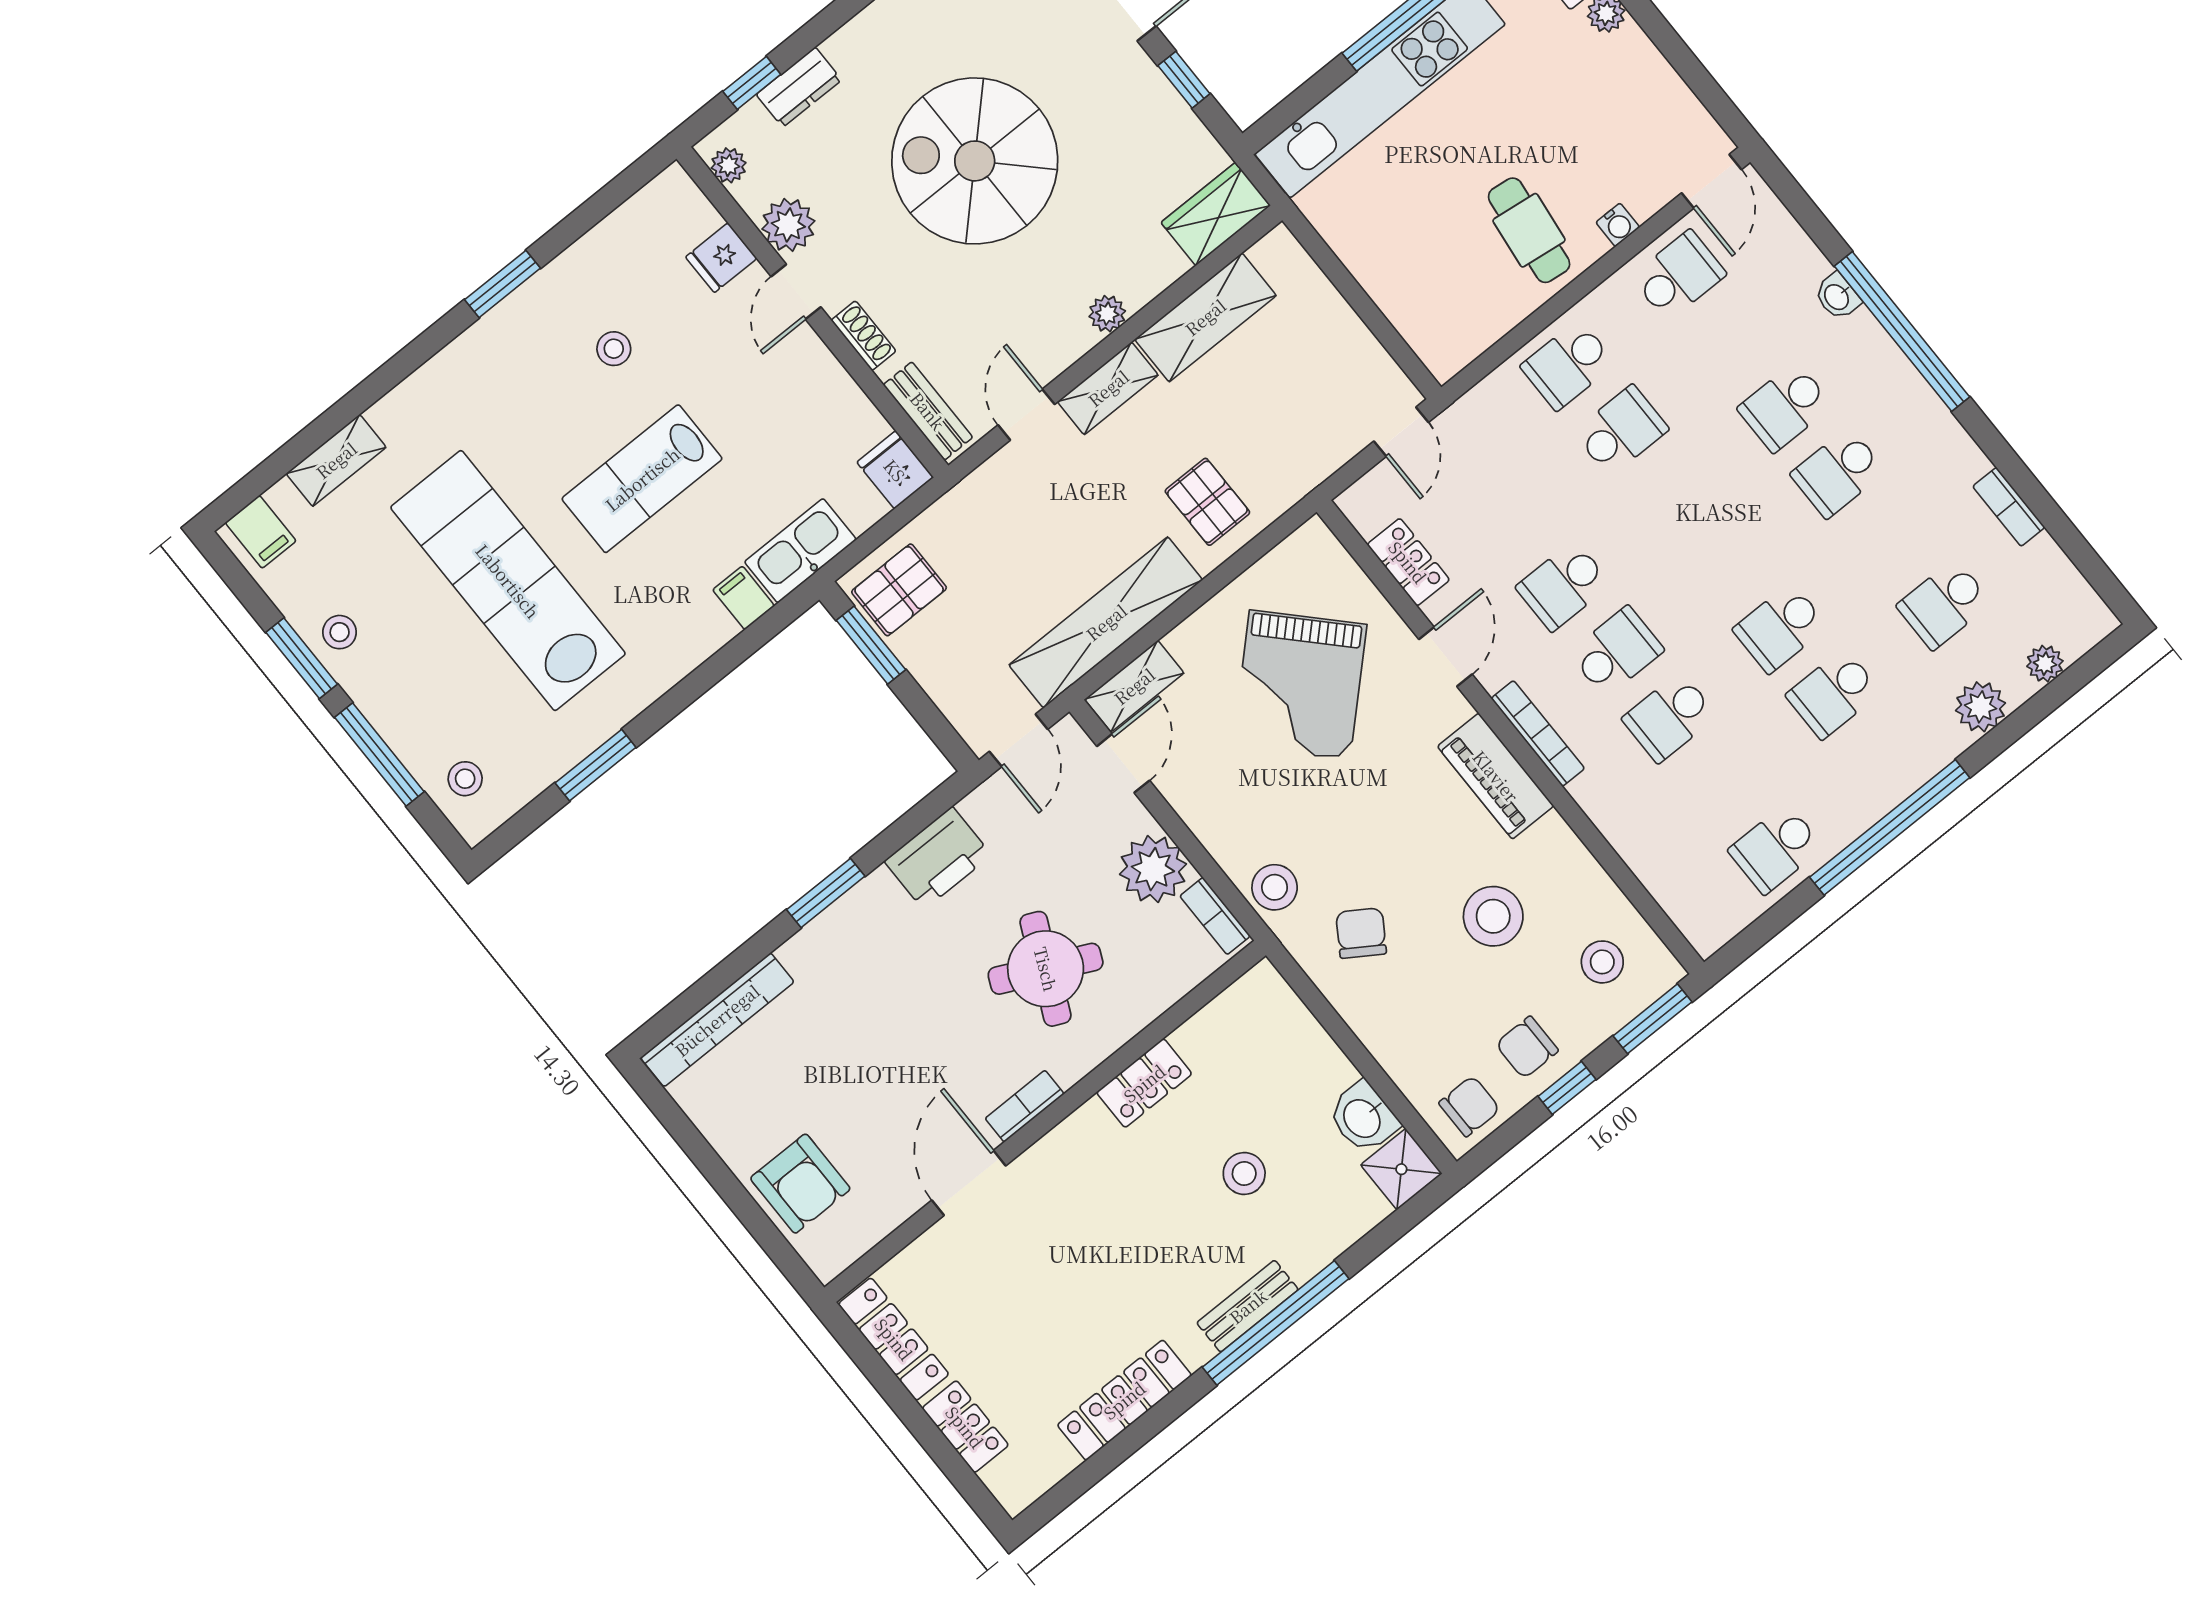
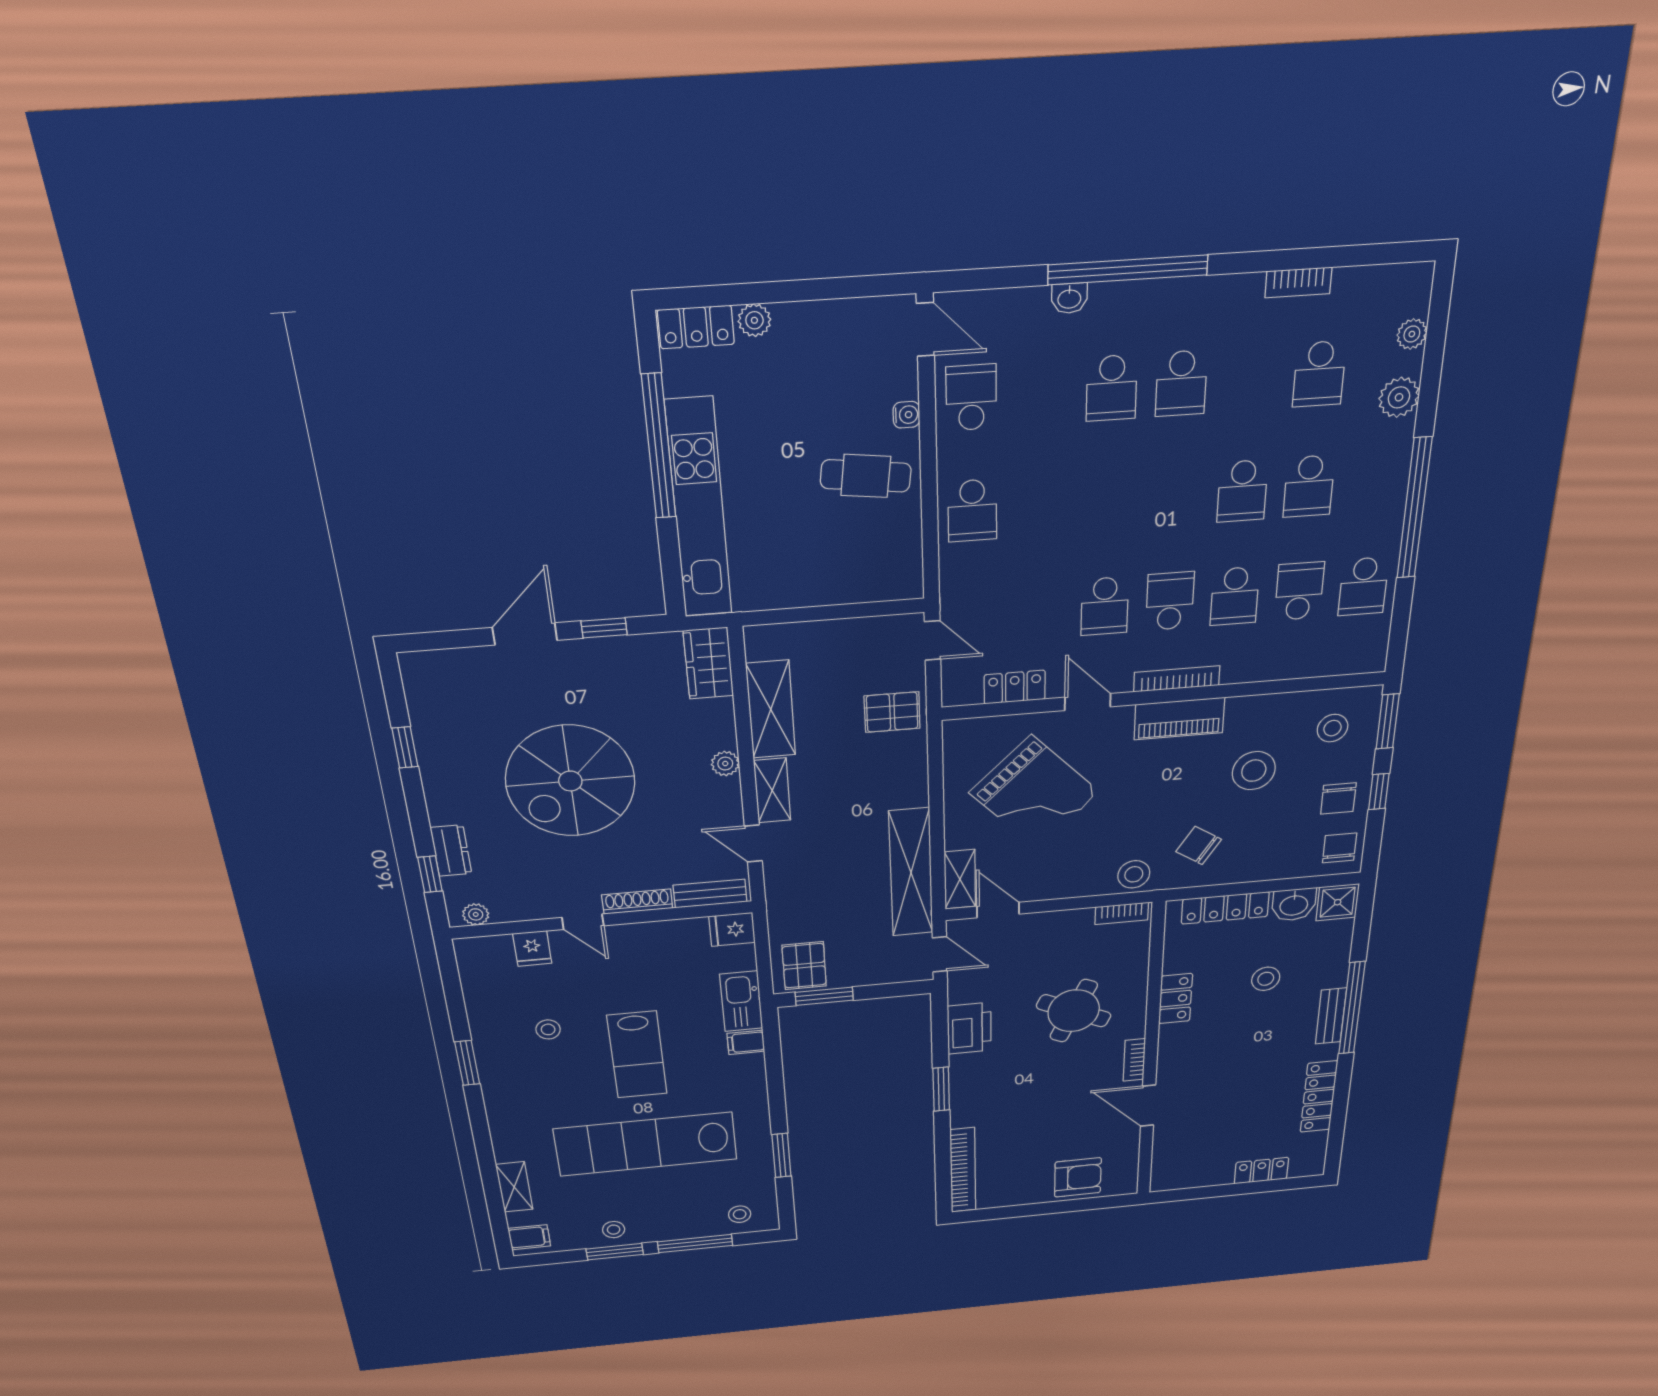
plant: (788, 225) -> (537, 903), removed
shoe rack: (864, 336) -> (637, 902), width x1.43
school desk: (1621, 431) -> (1299, 591), moved
pallet: (1207, 502) -> (892, 712), moved
plant: (1153, 869) -> (1069, 929), removed
locker: (894, 1339) -> (1225, 908), moved, turned 180

